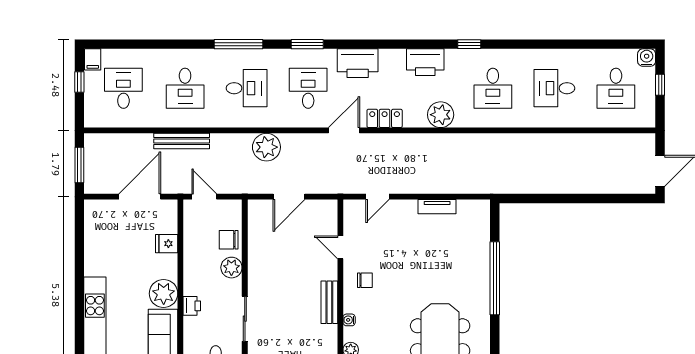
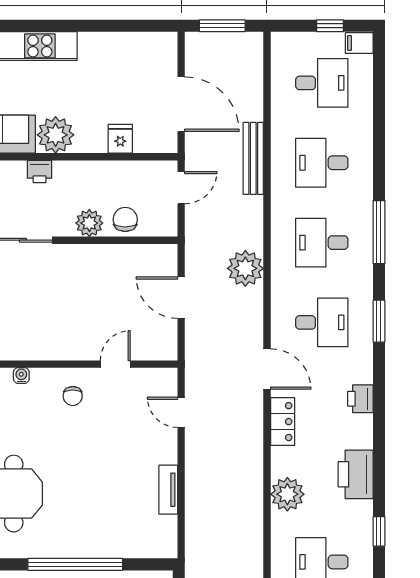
printer: (358, 63) -> (360, 399), width x0.53, depth x0.68
desk: (247, 88) -> (322, 243), turned 90
bench: (329, 302) -> (44, 350), removed

